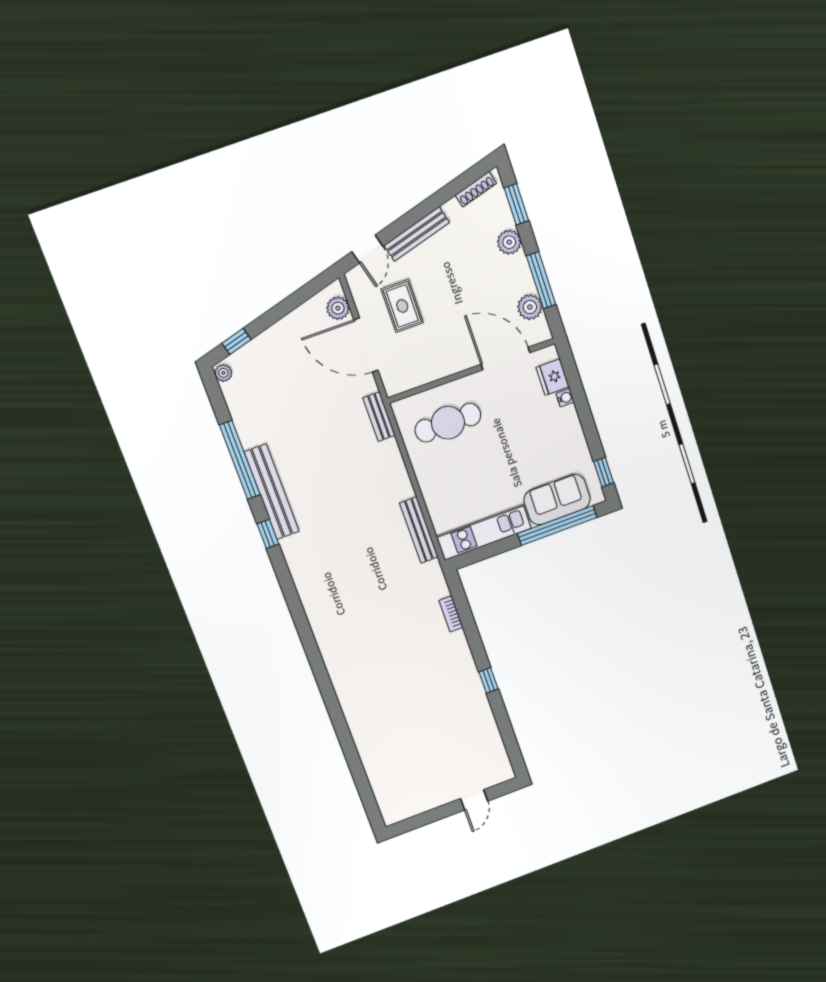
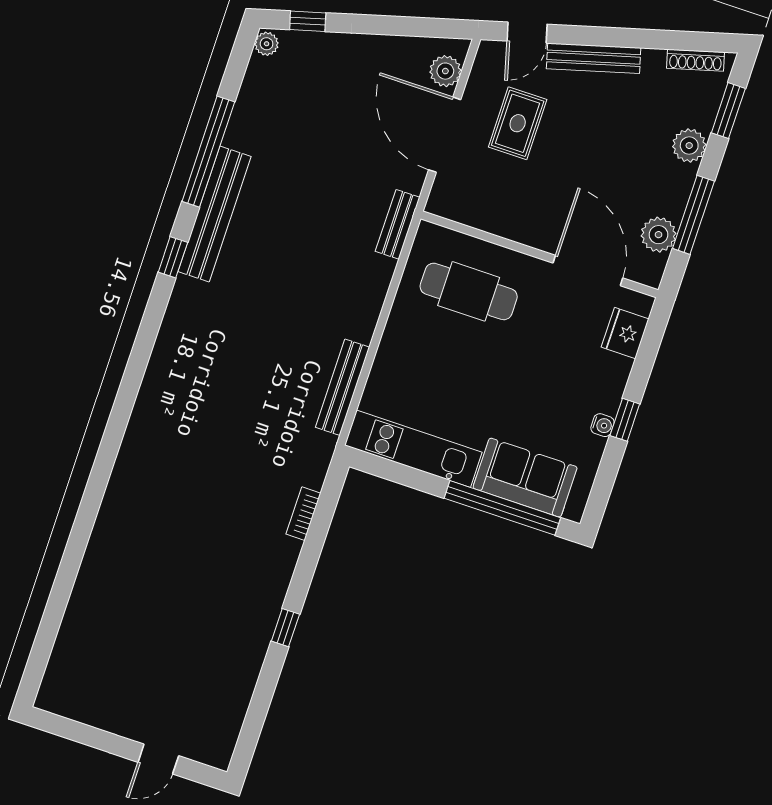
water cooler: (565, 398) -> (602, 425), moved
window: (604, 472) -> (625, 420), moved

